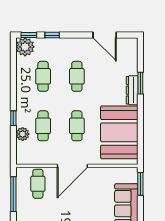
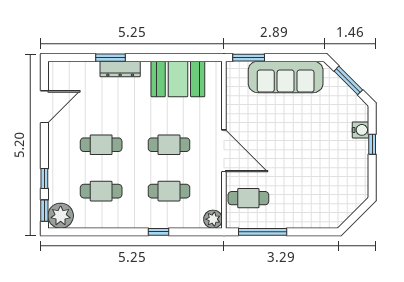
booth: (119, 132) -> (178, 79), width x0.73, depth x0.70
plant: (23, 134) -> (213, 219), moved

